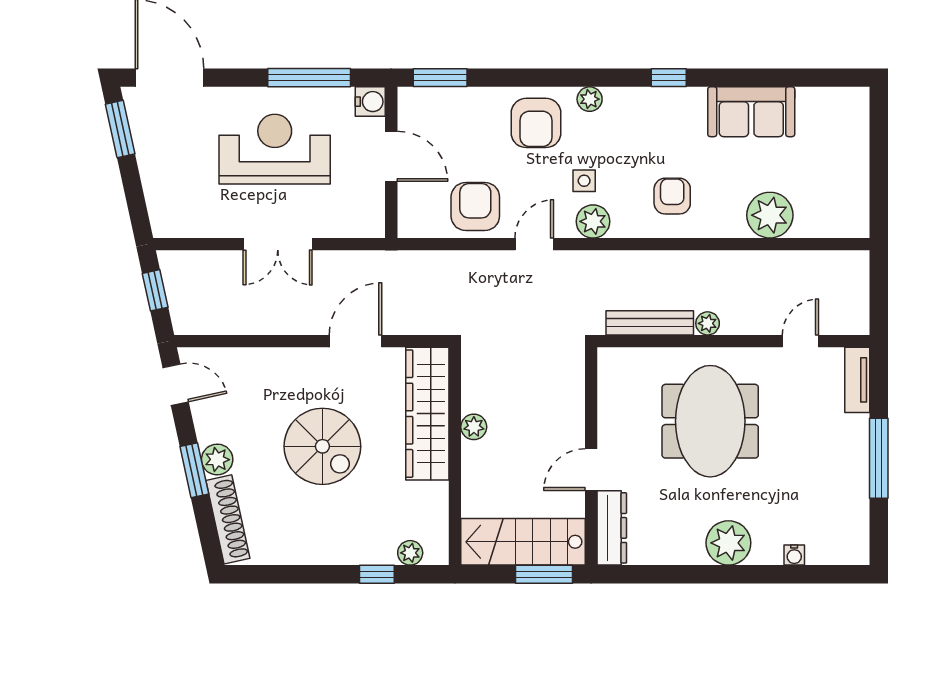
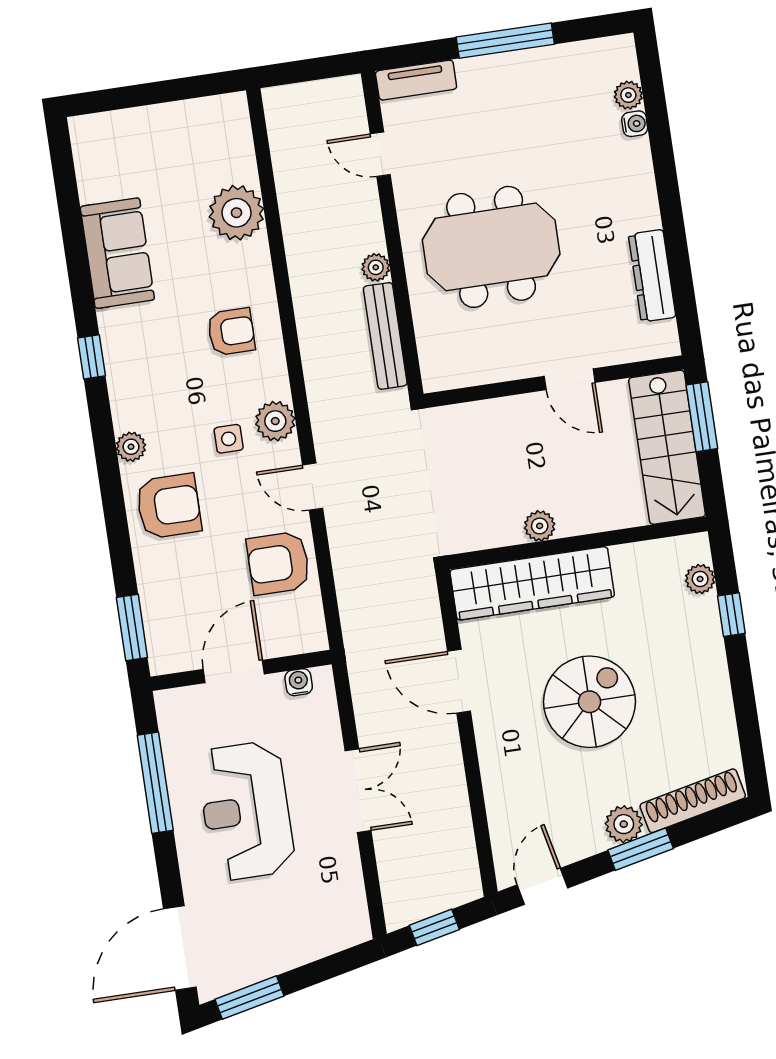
water cooler: (370, 102) -> (299, 682), moved, width x0.72, depth x0.72
armchair: (672, 196) -> (231, 332), turned 180
dresser: (612, 528) -> (652, 276), moved, turned -90
plant: (728, 543) -> (628, 95), moved, width x0.53, depth x0.53

